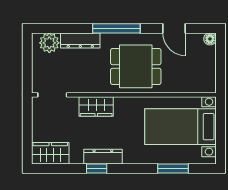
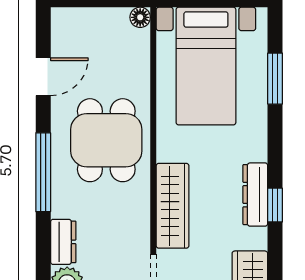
floor lamp: (210, 39) -> (140, 17), moved
dresser: (80, 40) -> (63, 242), width x0.70
wardrobe: (96, 107) -> (173, 206), width x1.50

